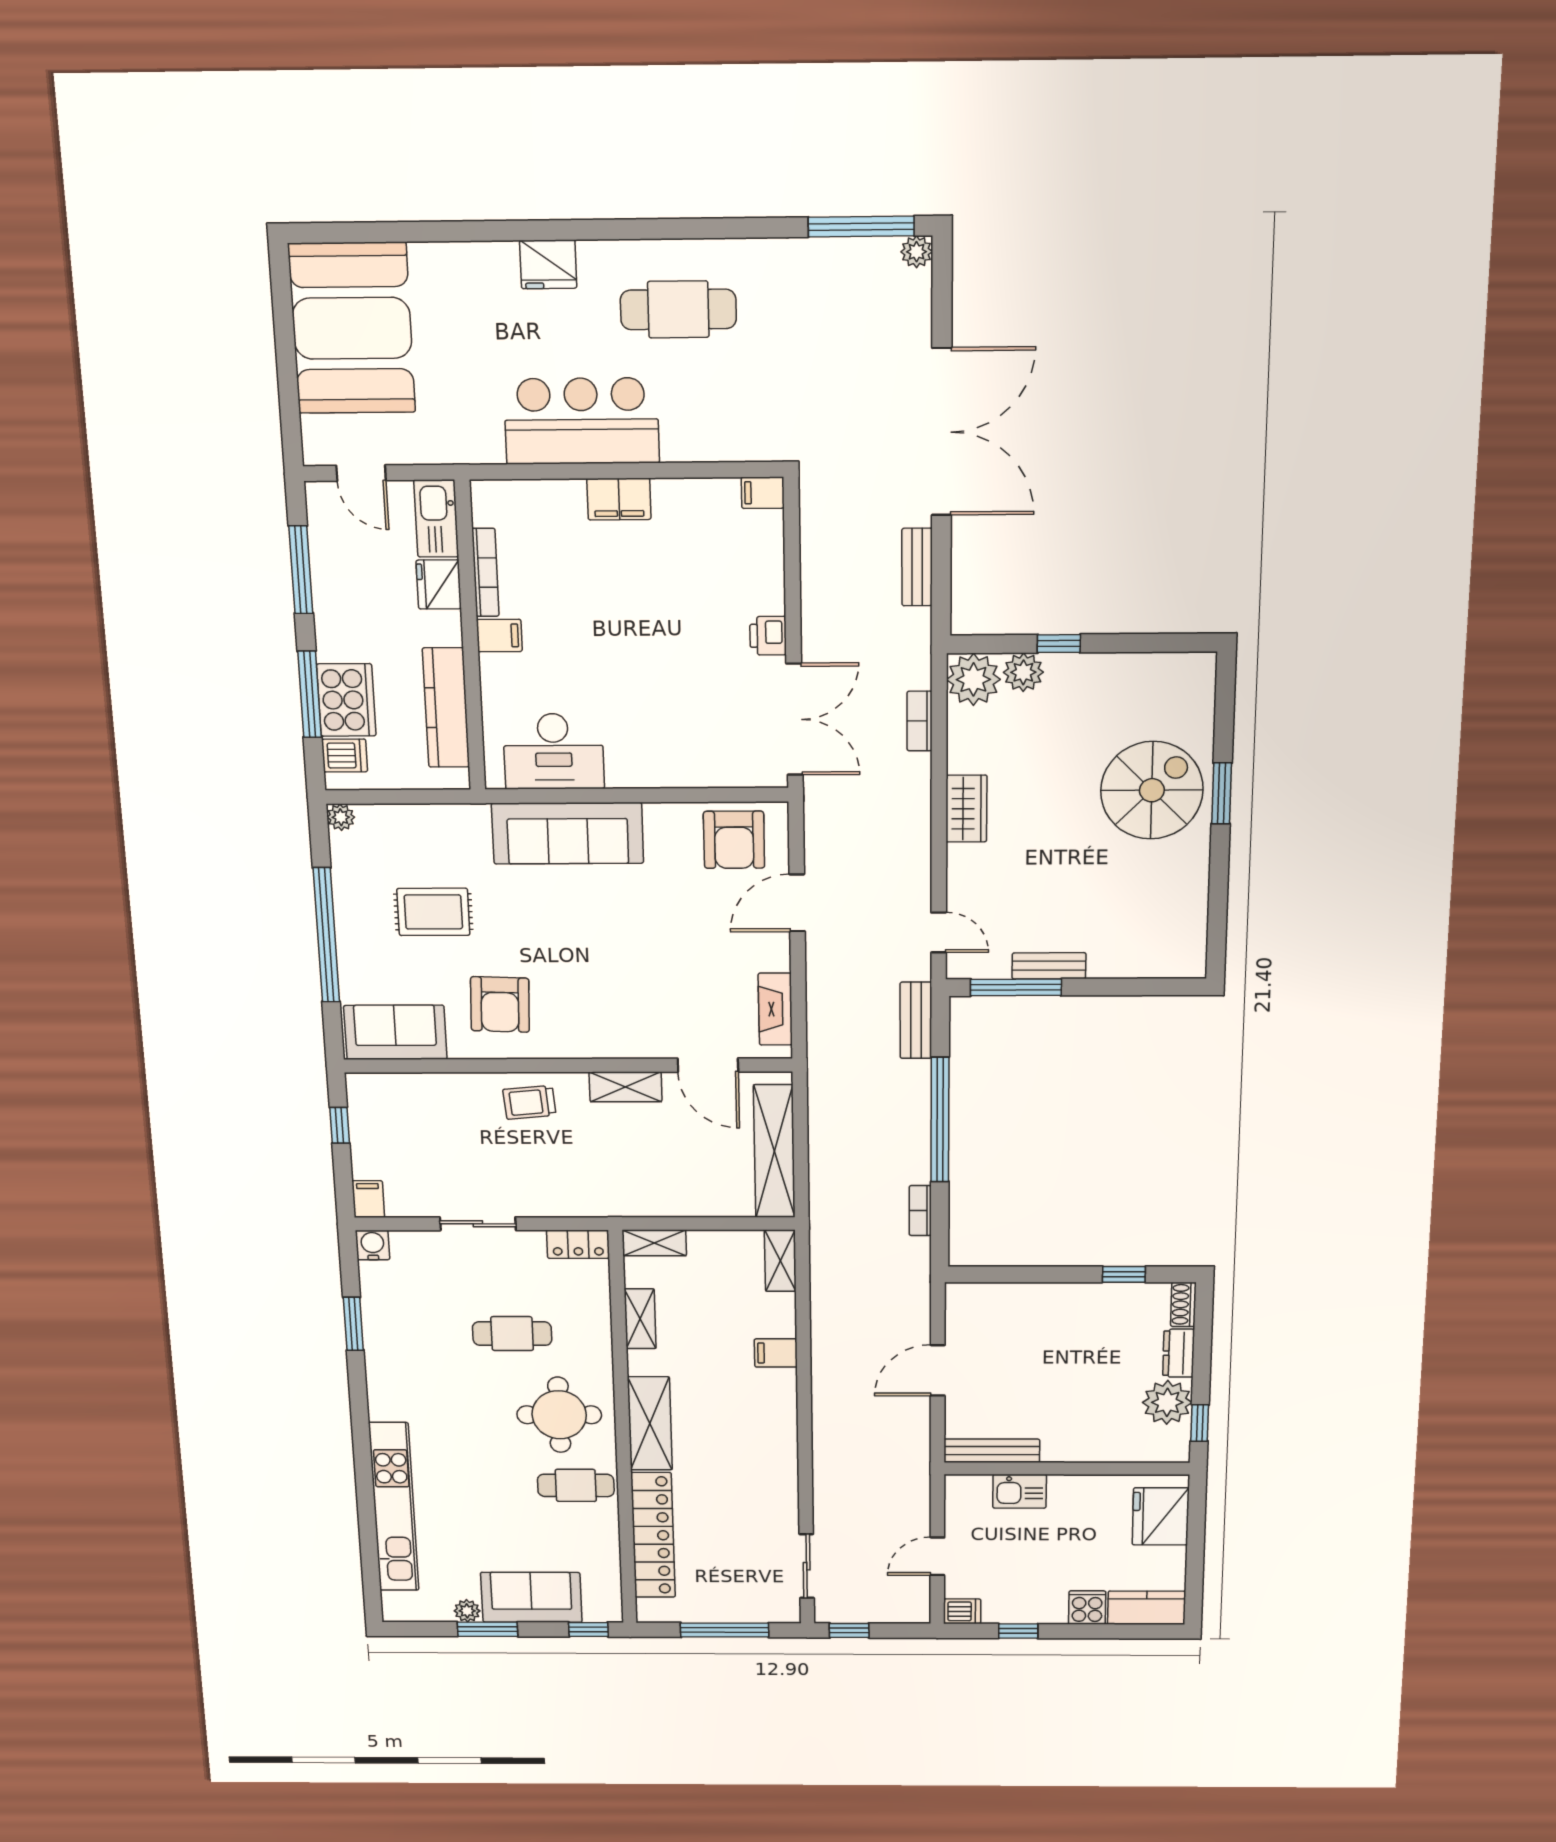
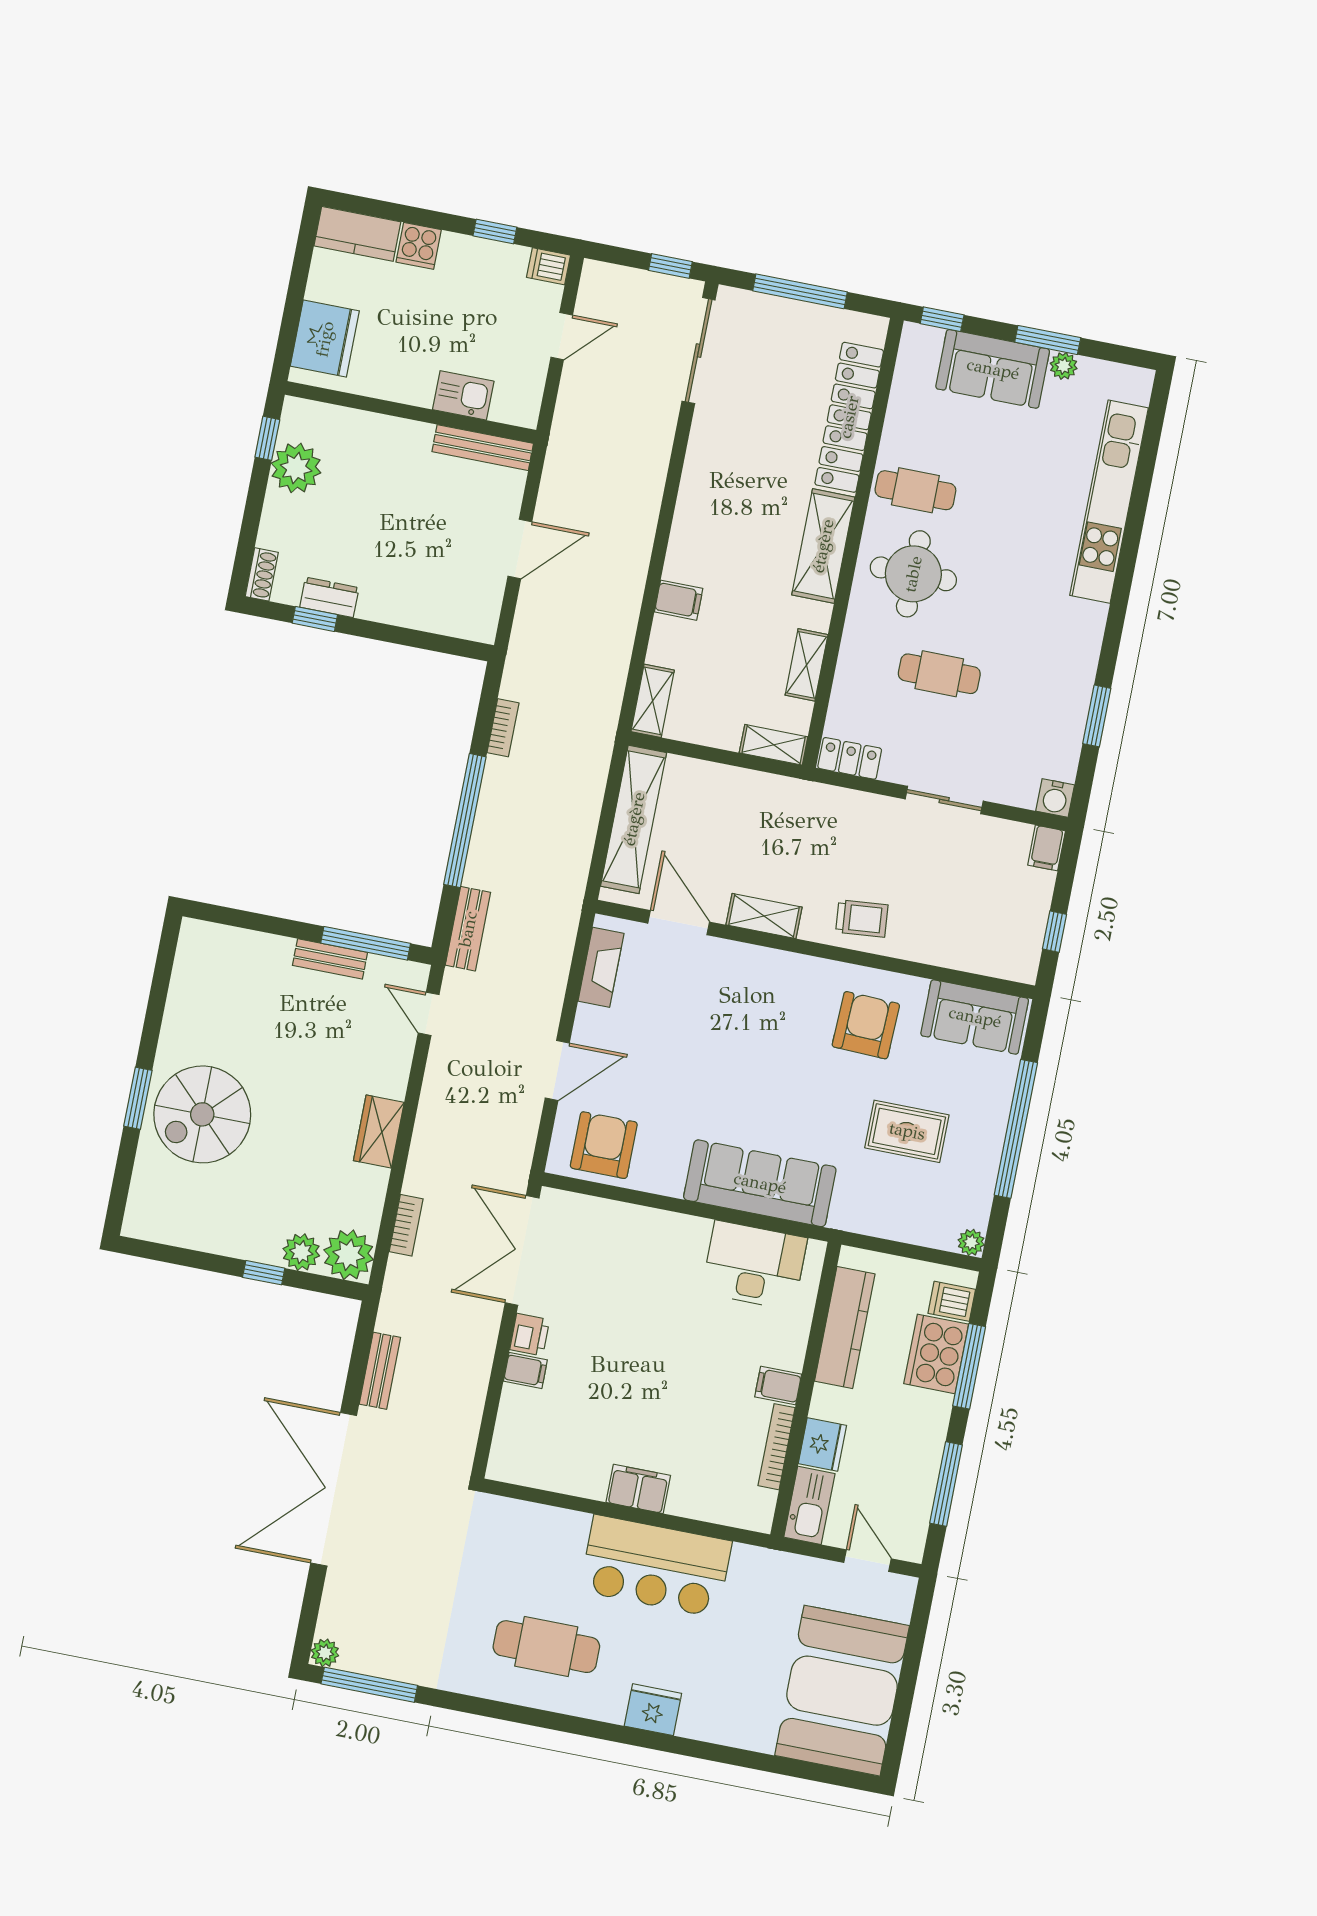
filing cabinet: (763, 493) -> (525, 1371), moved
dresser: (1179, 1353) -> (329, 597), moved, turned -90
sliding door: (807, 1566) -> (699, 351), width x1.37

